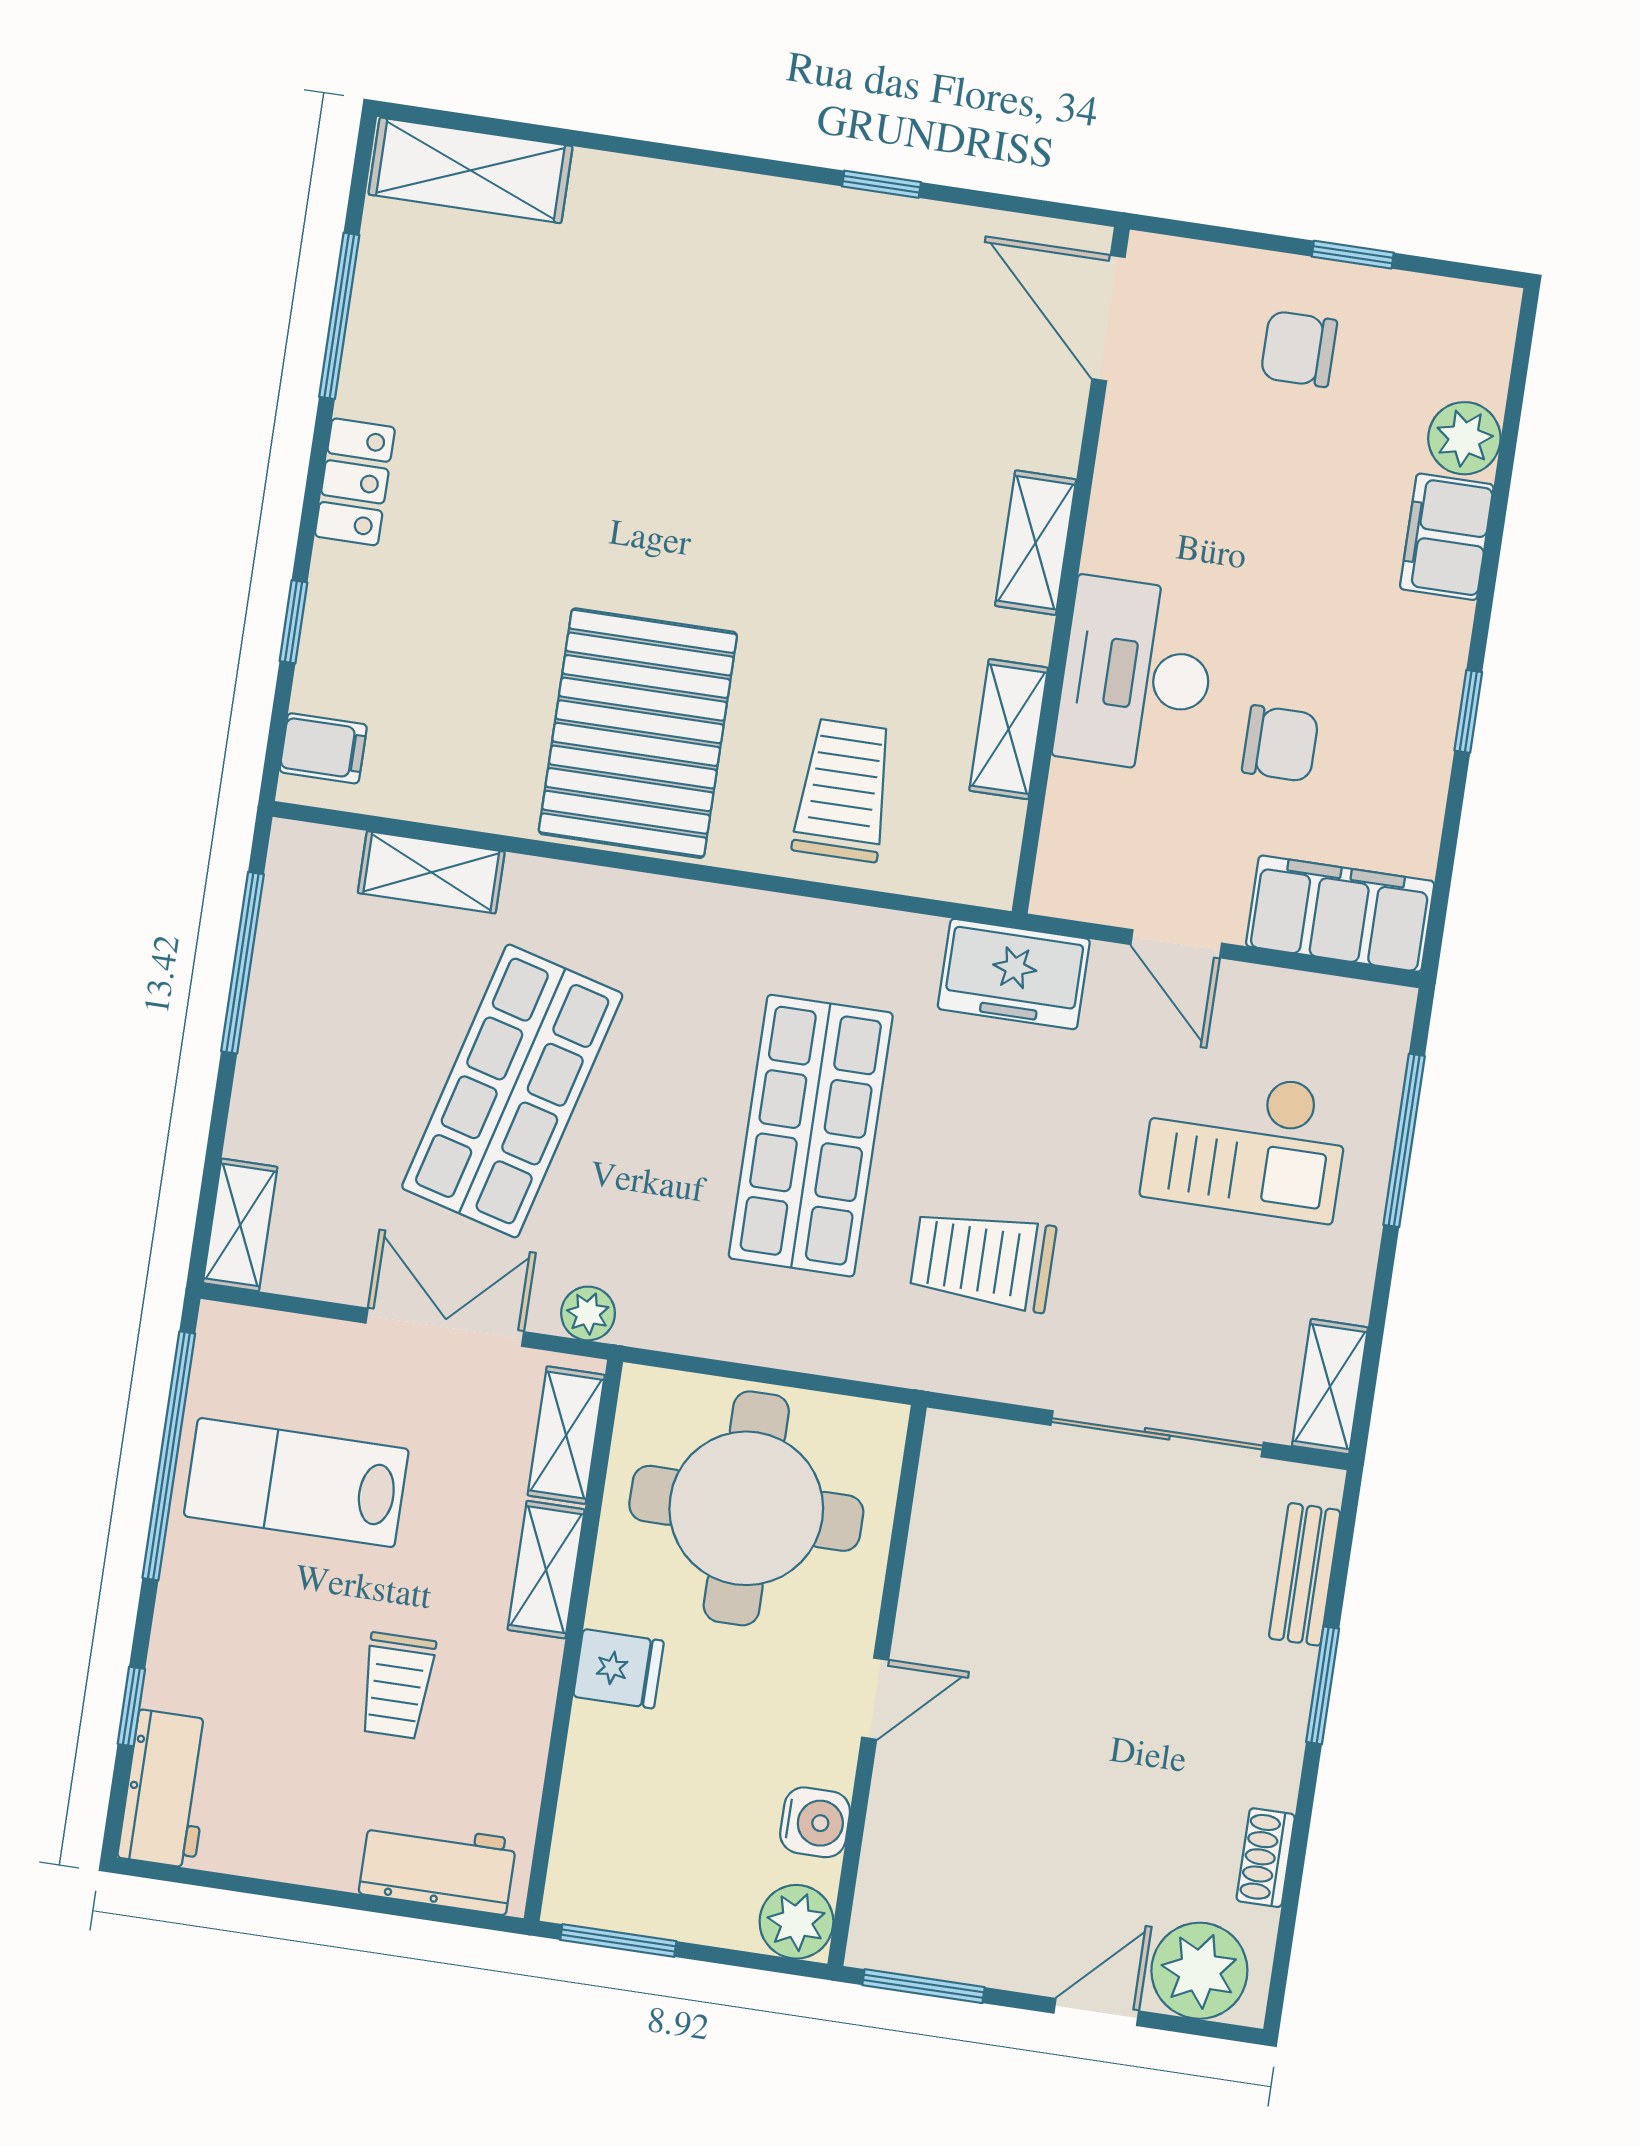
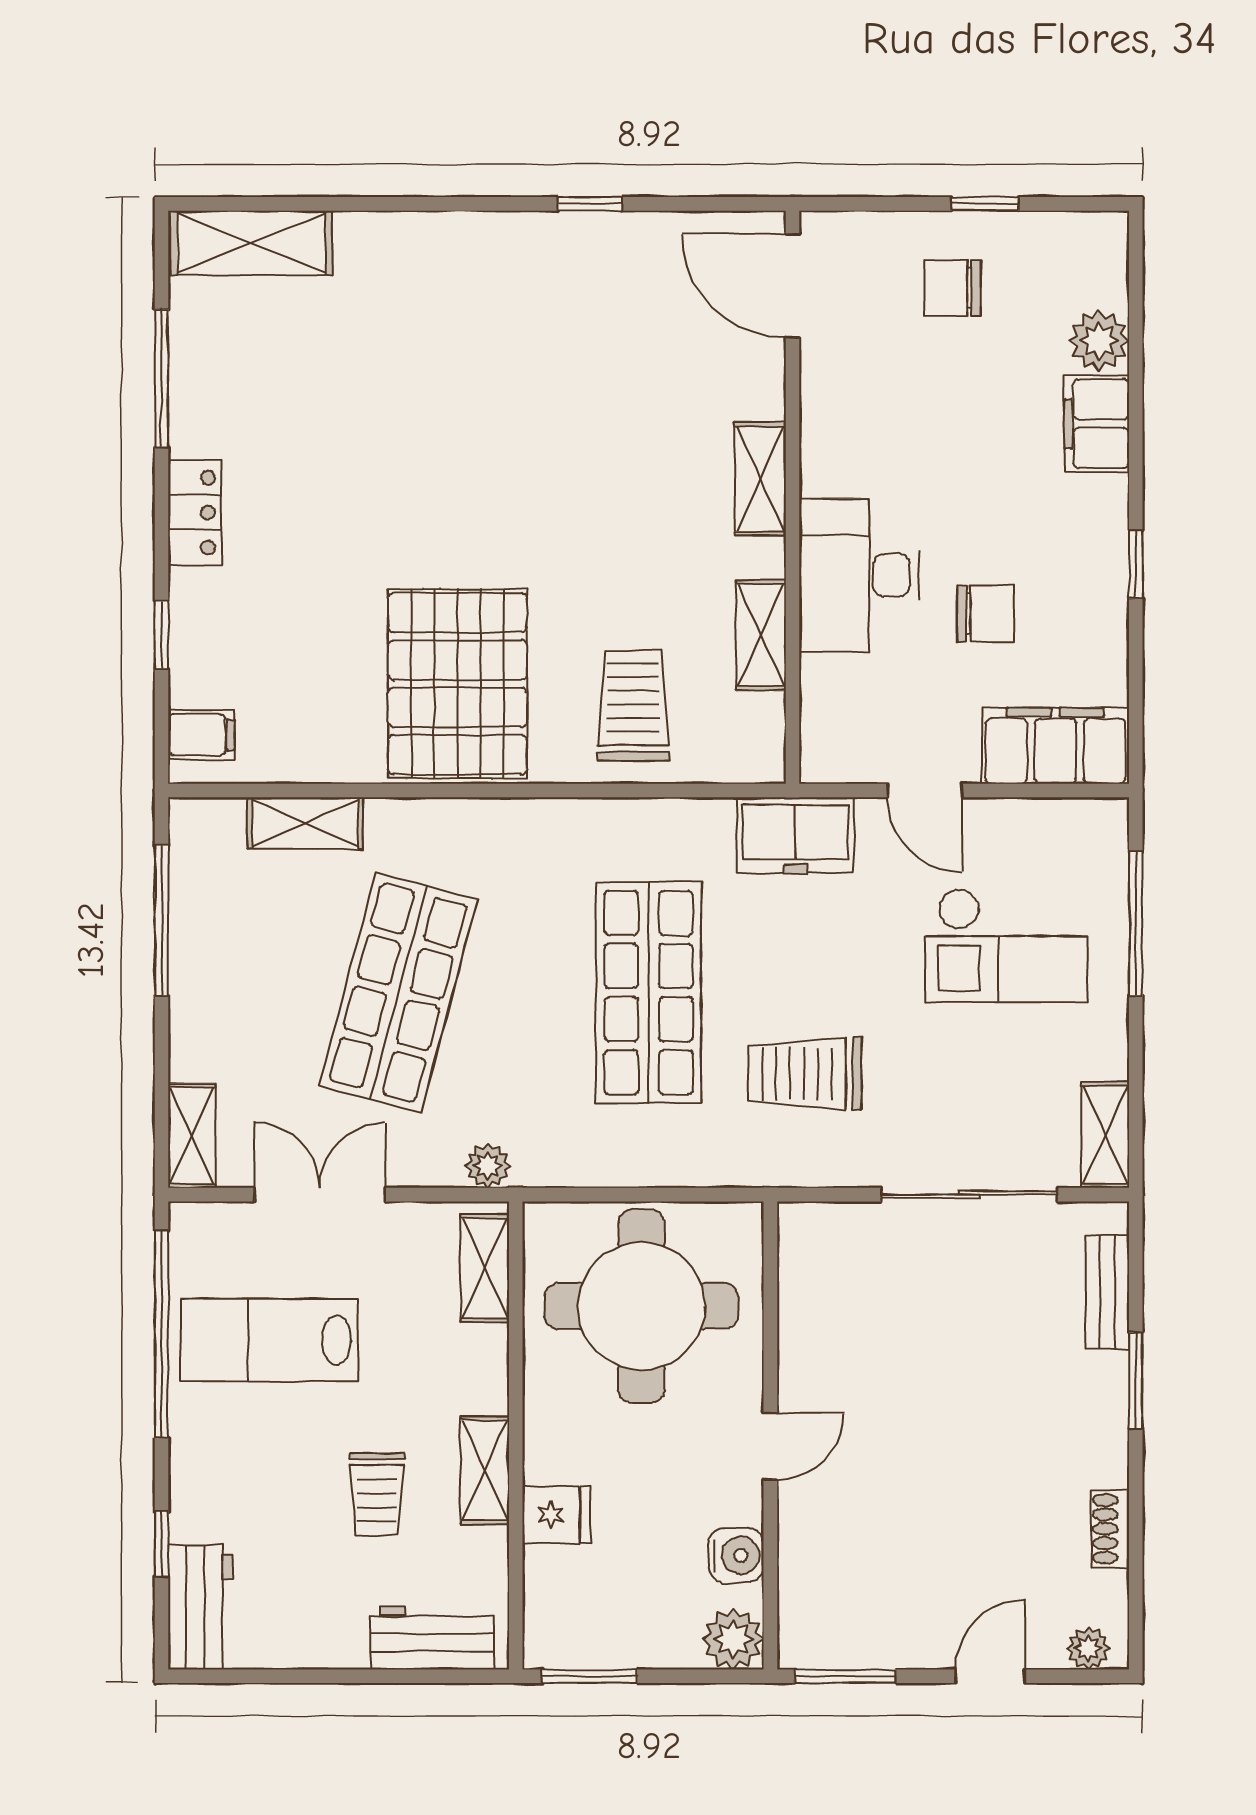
double door: (445, 1327) -> (320, 1195), moved
shelving: (546, 1570) -> (485, 1470), moved
fridge: (619, 1669) -> (556, 1515), moved
plant: (1199, 1971) -> (1088, 1648), width x0.53, depth x0.53

